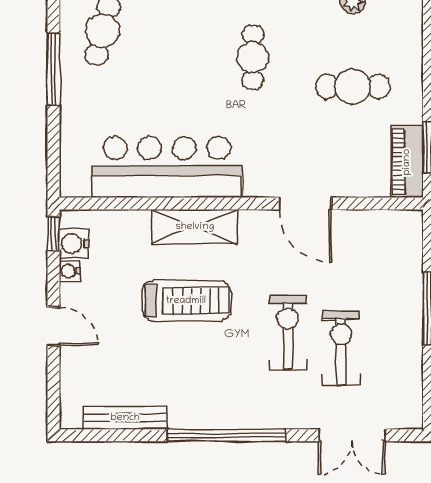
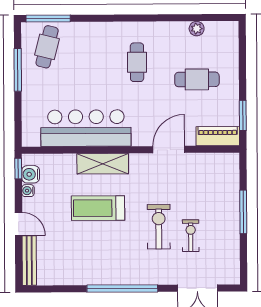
piano: (407, 162) -> (218, 136), moved, turned 90
door: (305, 204) -> (169, 150), swing flipped
treadmill: (186, 301) -> (98, 208), turned 180
exercise bike: (341, 348) -> (191, 236), width x0.73, depth x0.72
bench: (125, 418) -> (29, 261), moved, turned 90

